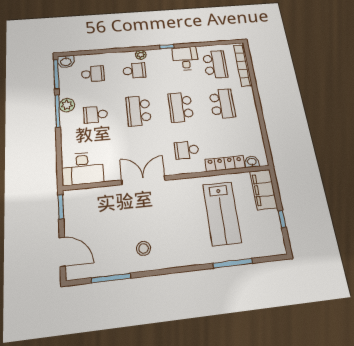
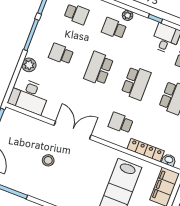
school desk: (134, 71) -> (114, 28), turned 180
plant: (67, 105) -> (29, 65), moved
school desk: (181, 107) -> (136, 83), turned 180
stool: (144, 248) -> (48, 160), moved

